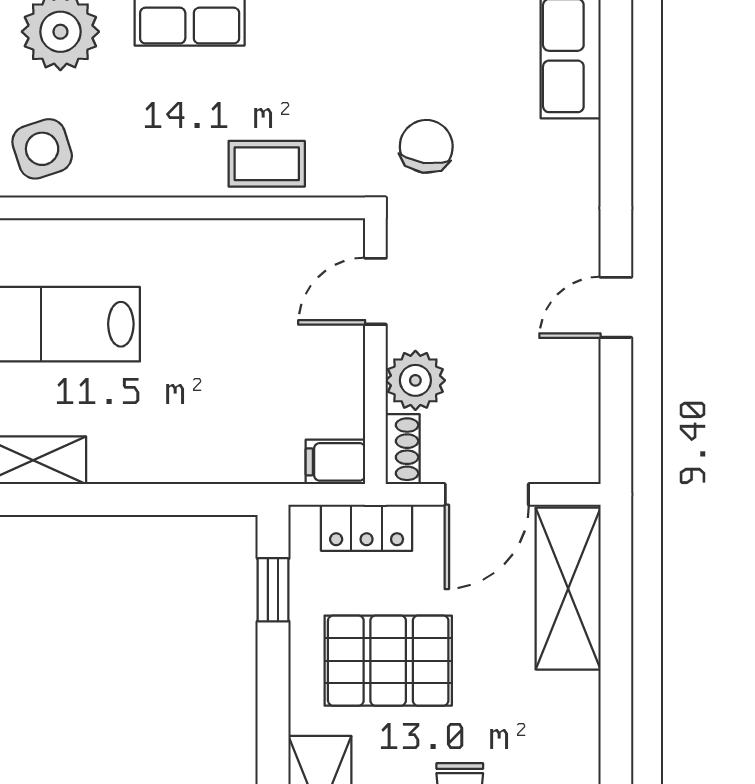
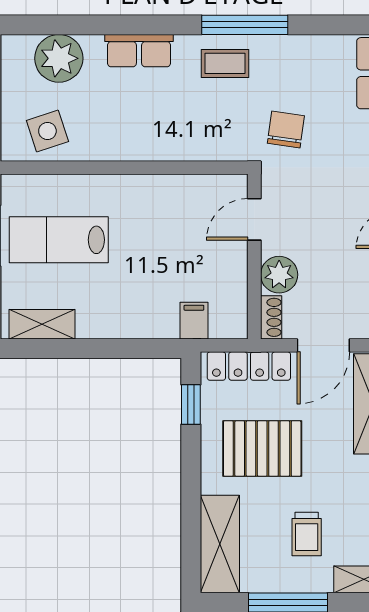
coffee table: (267, 164) -> (225, 63), moved
filing cabinet: (335, 462) -> (194, 321), moved, turned 90
locker: (367, 528) -> (249, 366), width x1.53

